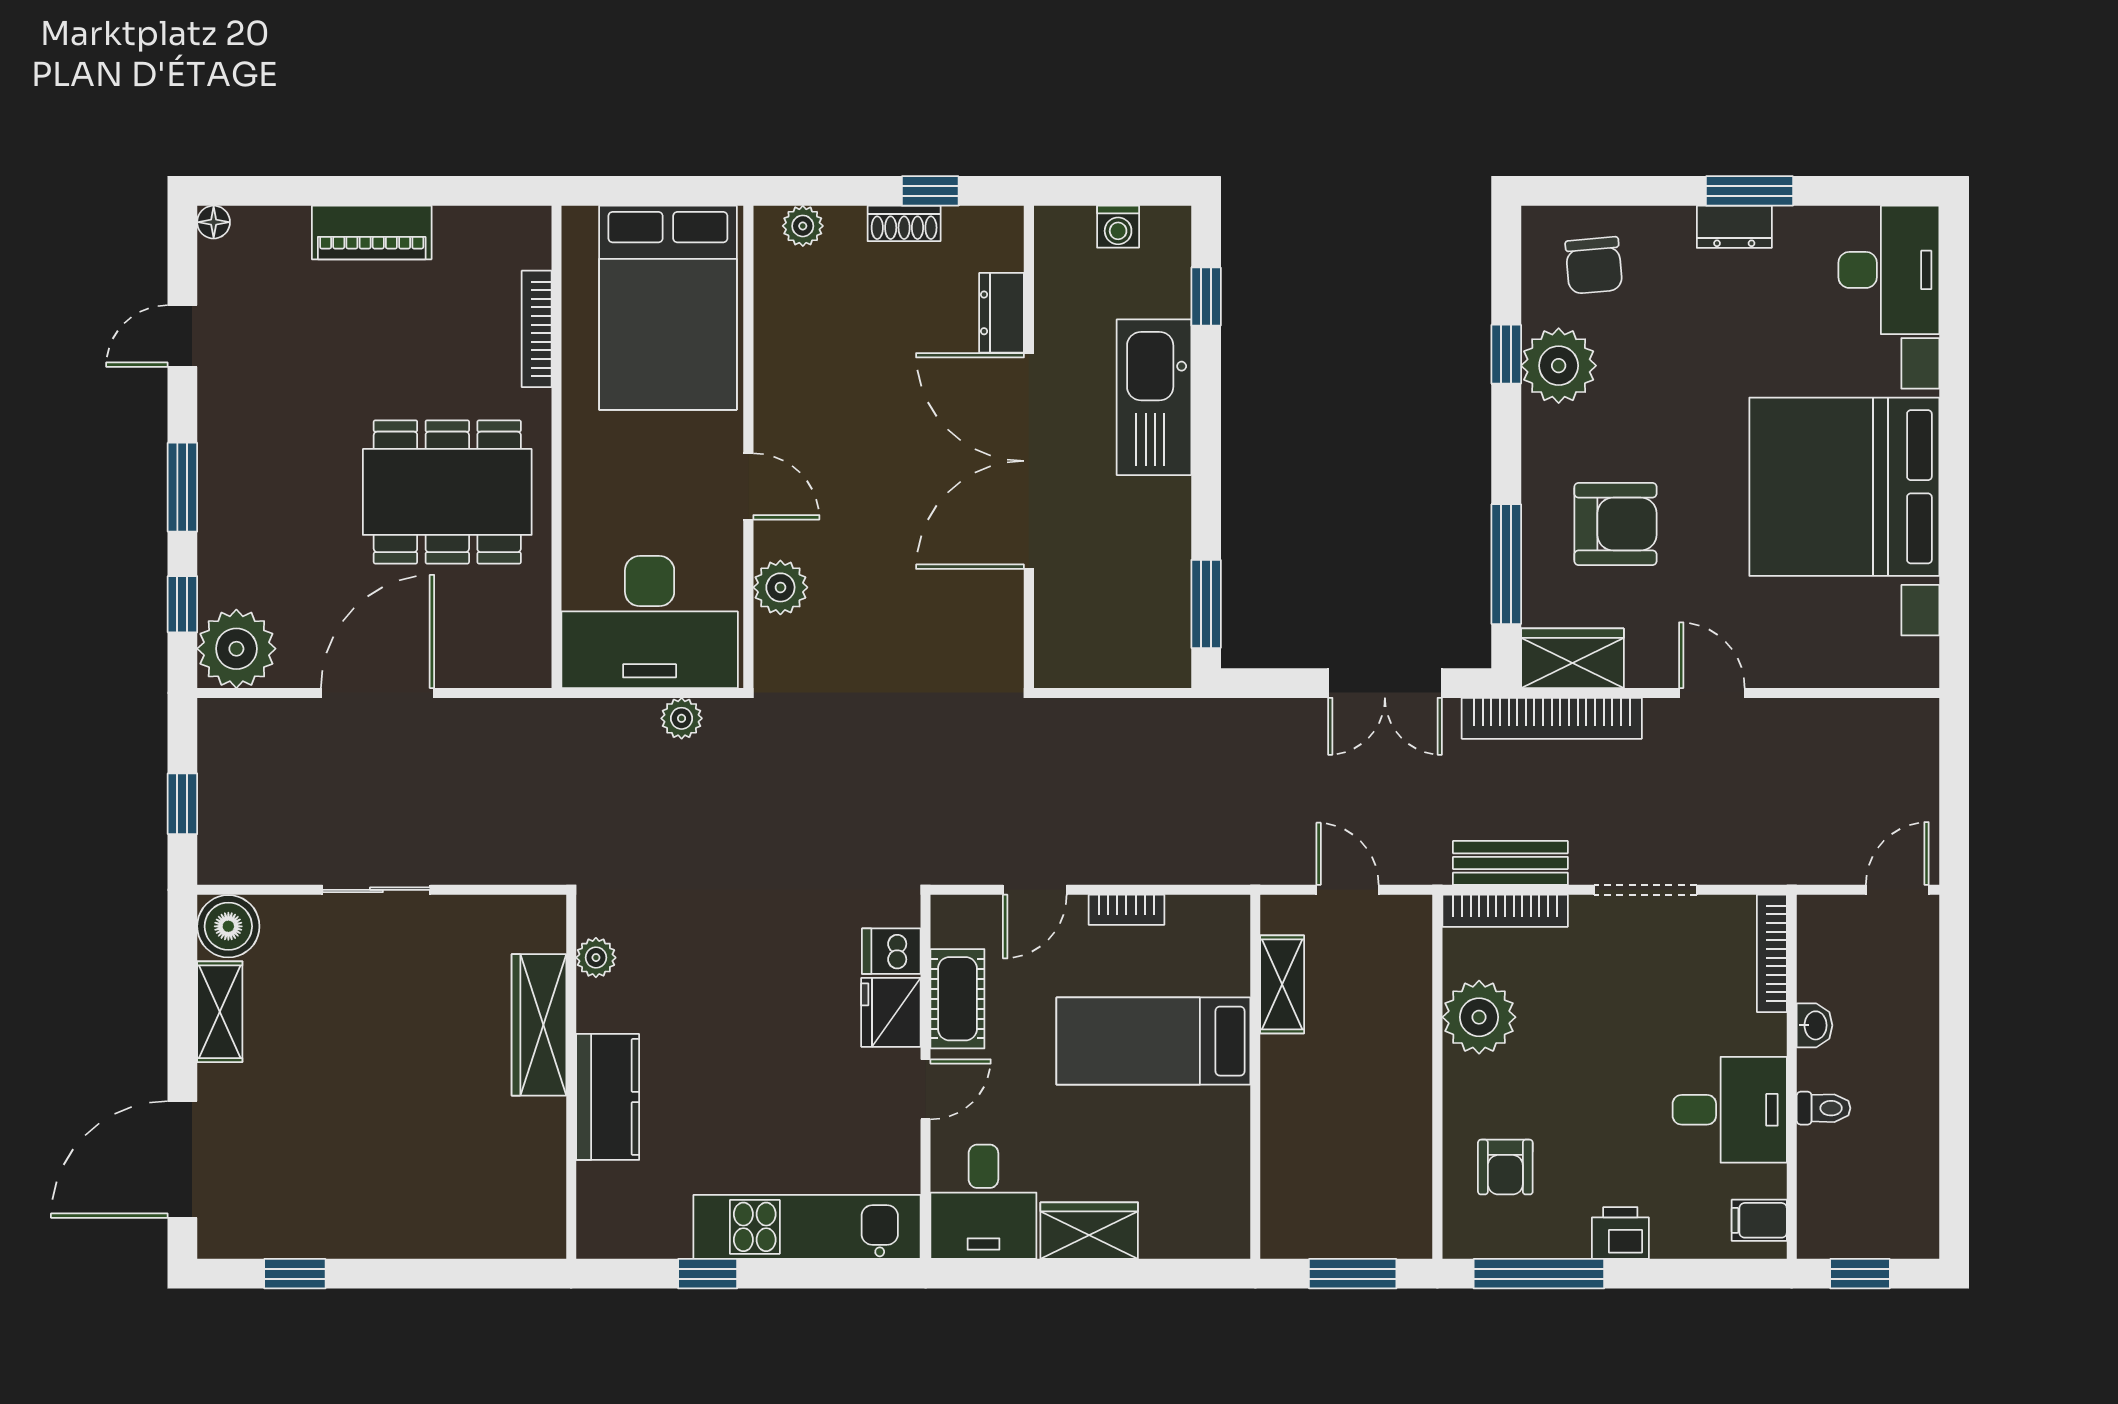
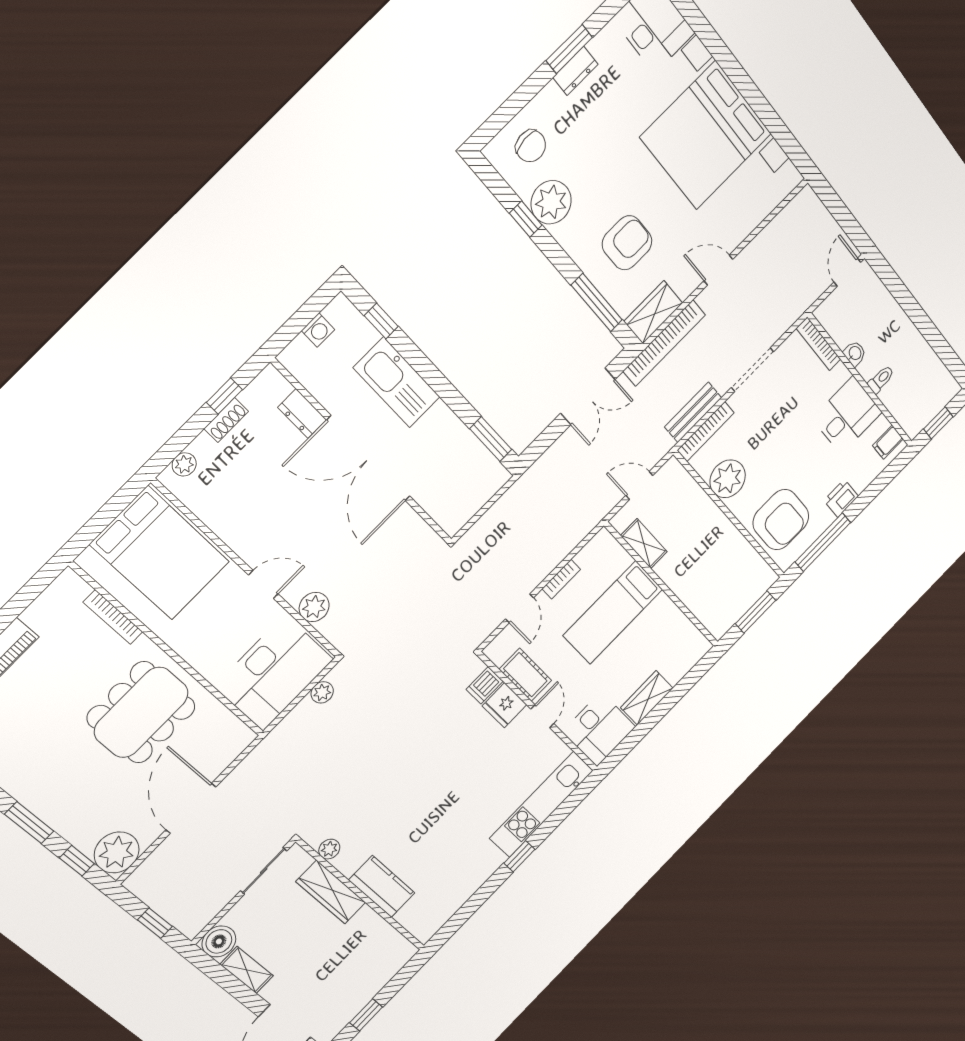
plant: (596, 958) -> (329, 849), moved
wardrobe: (539, 1025) -> (331, 892), moved
wall: (571, 1077) -> (361, 895), moved
kitchen counter: (608, 1097) -> (382, 887), moved
armchair: (1505, 1167) -> (781, 520), width x1.88, depth x1.88

